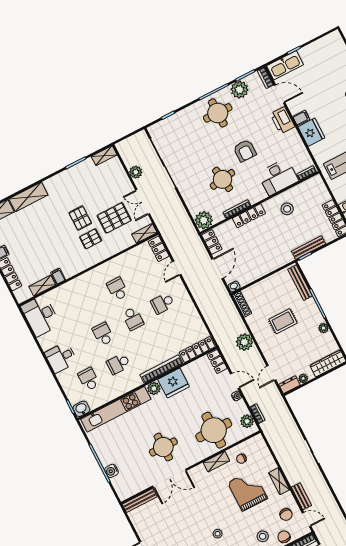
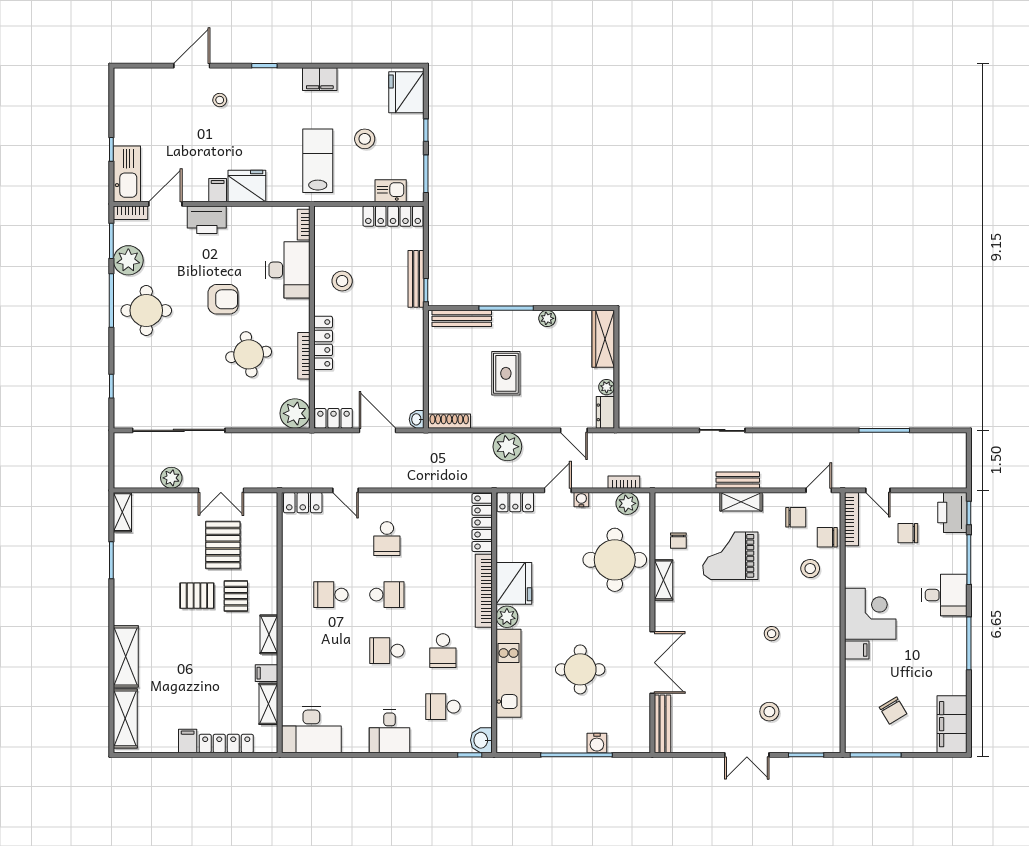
shelving: (144, 233) -> (269, 634), moved
kitchen unit: (116, 409) -> (509, 673), width x0.73
round table: (163, 447) -> (580, 669), moved
bench: (301, 496) -> (738, 480), moved

